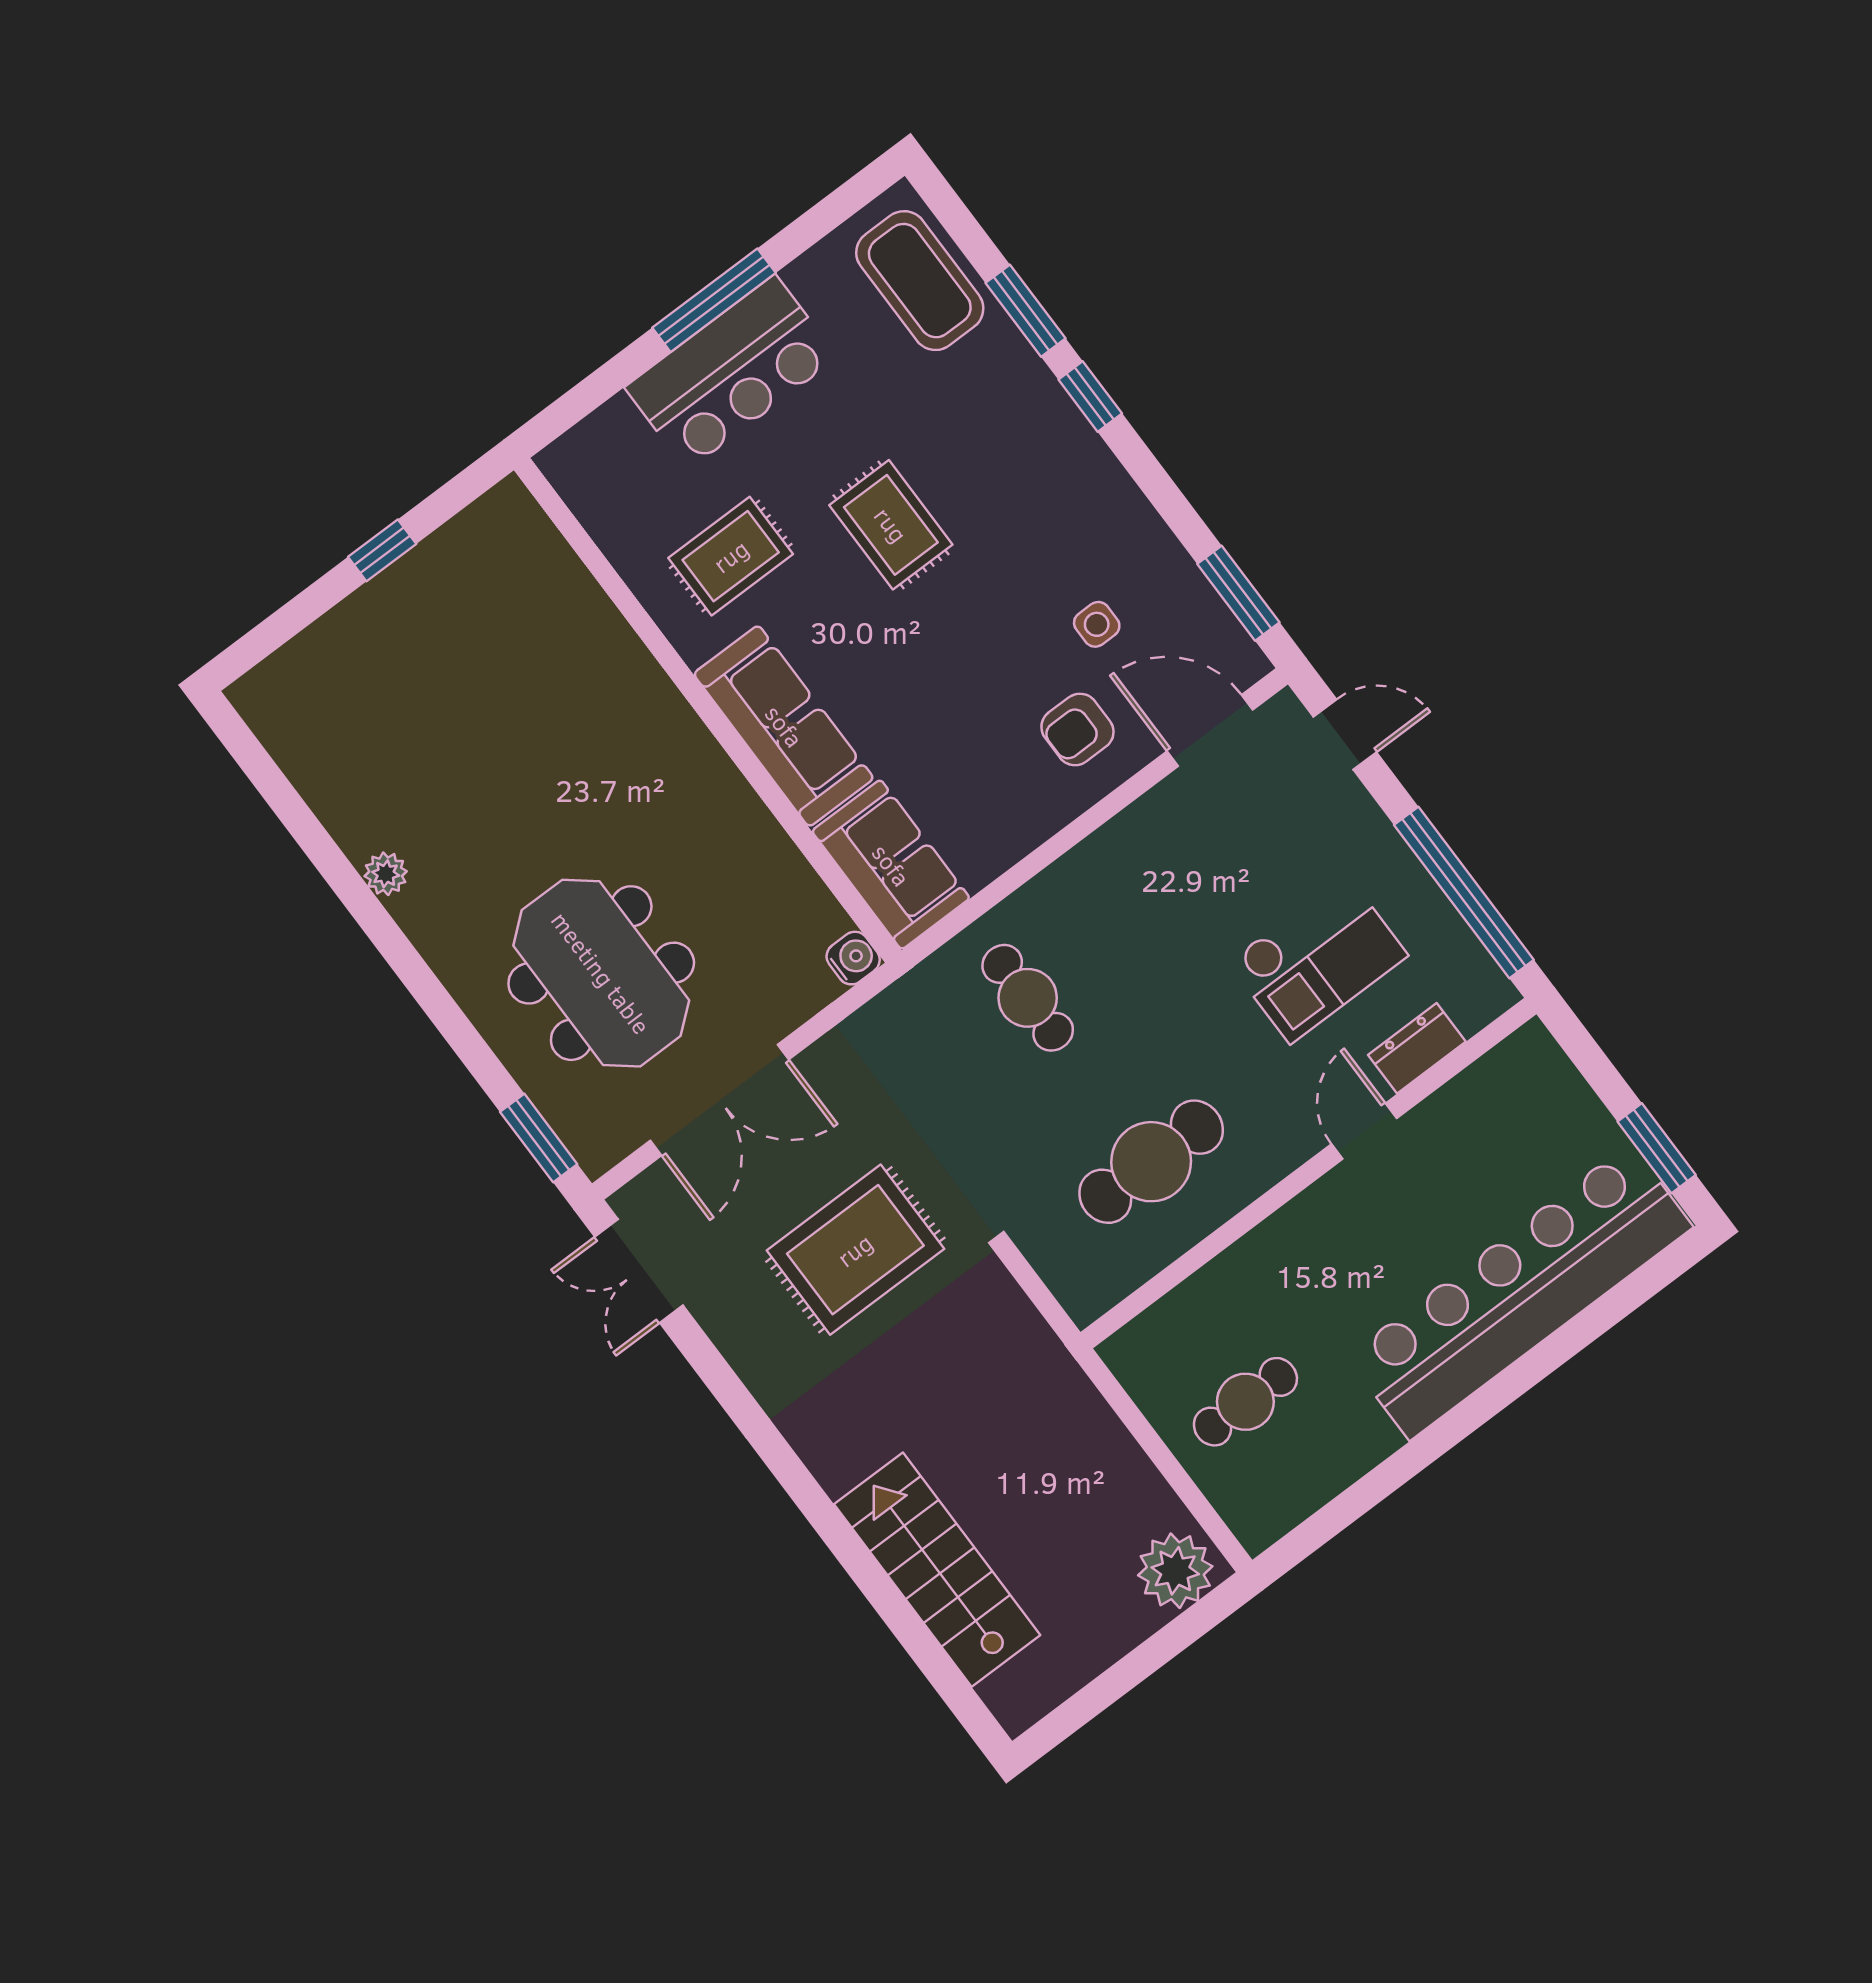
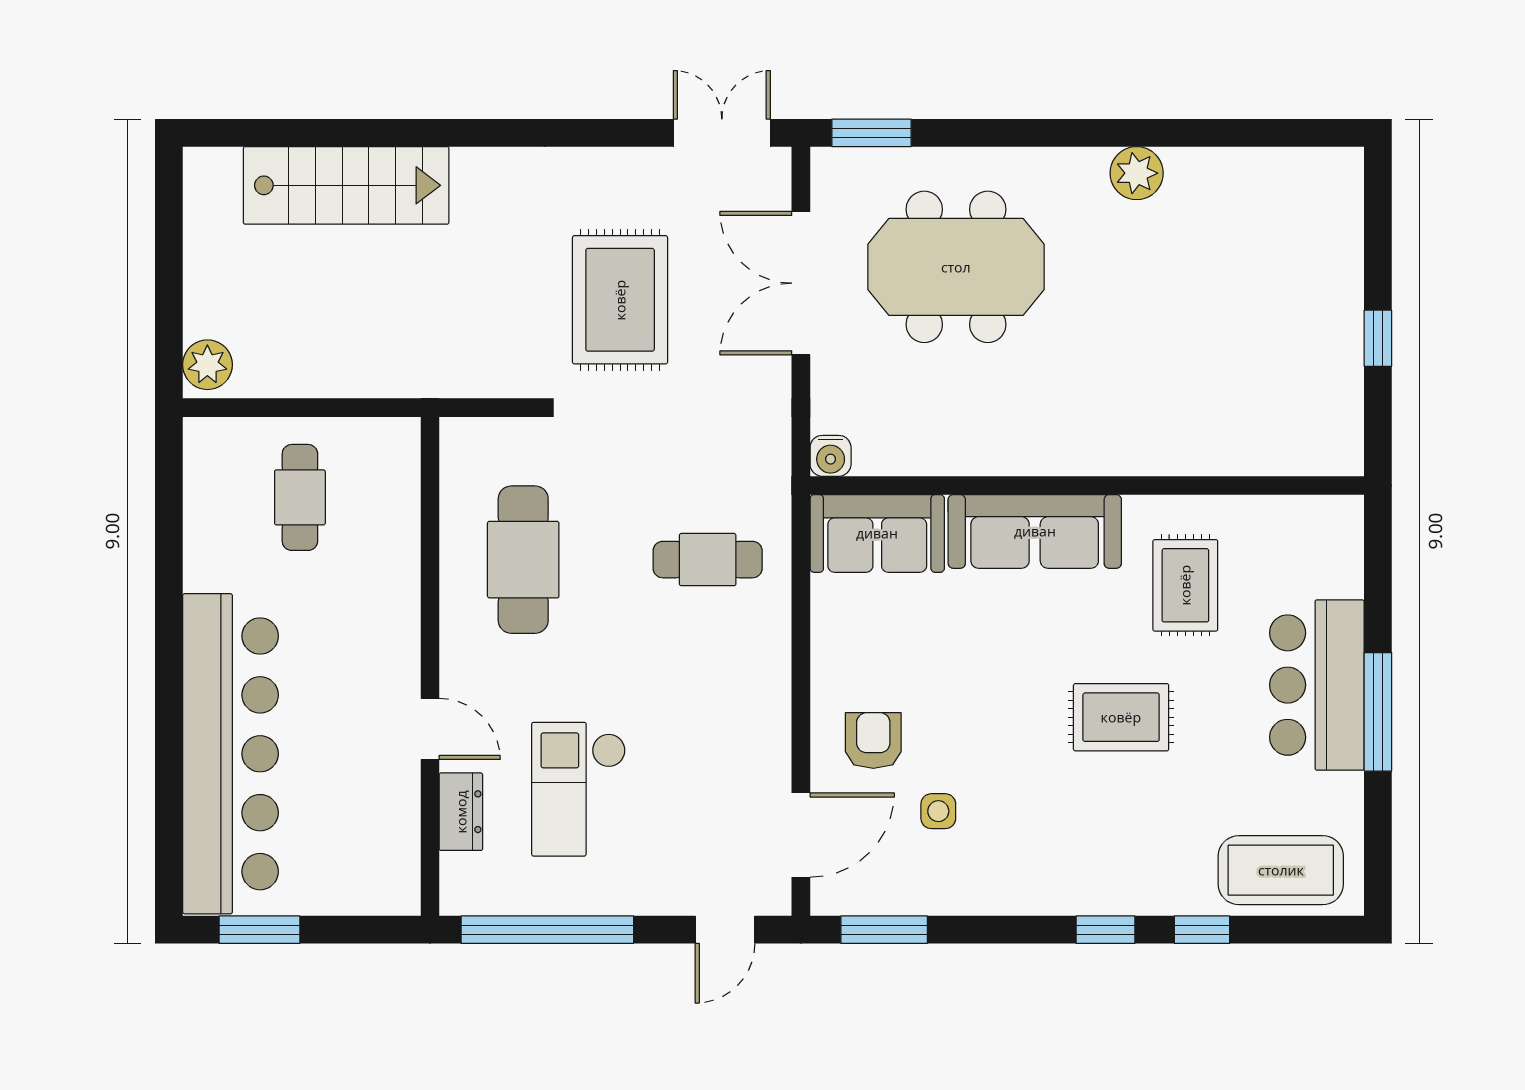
window: (1025, 311) -> (1202, 930), width x0.67
plant: (386, 874) -> (1137, 173), width x1.38, depth x1.38
plant: (1175, 1571) -> (207, 365), width x0.73, depth x0.73

